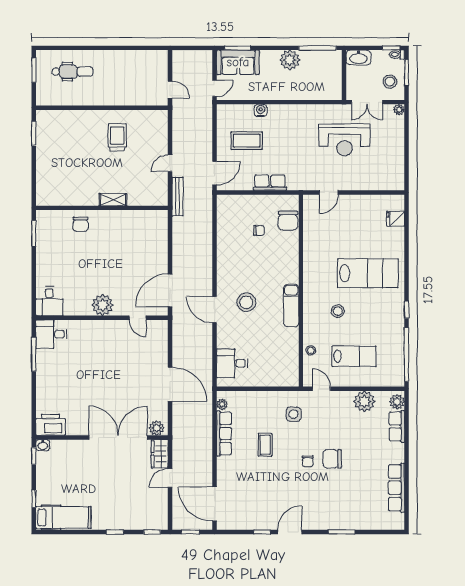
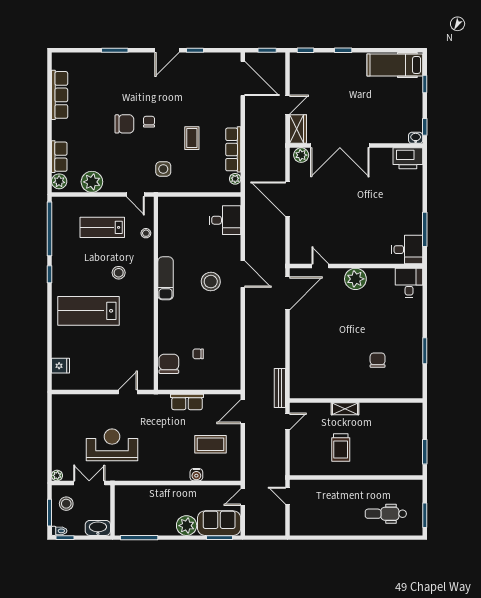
plant: (290, 60) -> (187, 526), moved
shelving: (113, 200) -> (345, 409), moved
wall: (102, 208) -> (356, 400), moved

